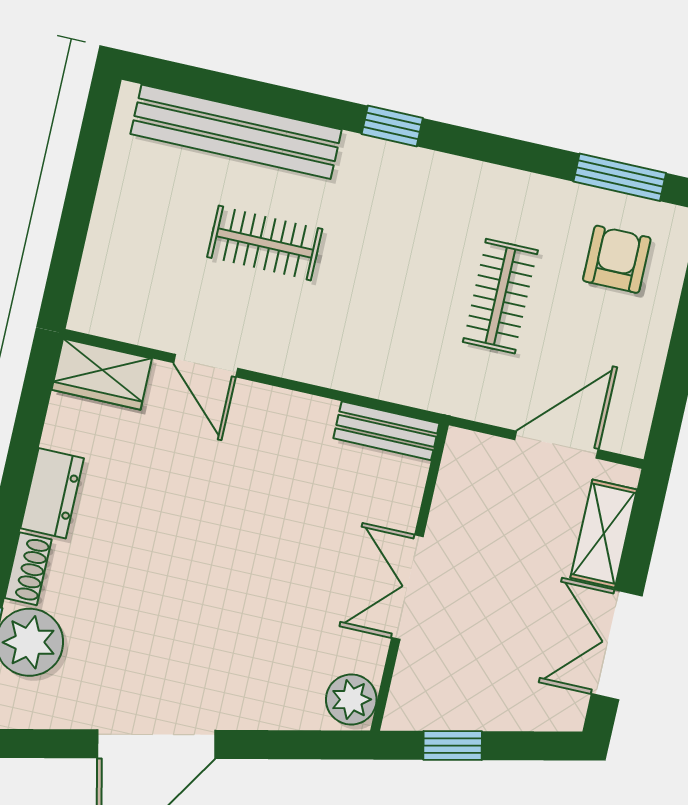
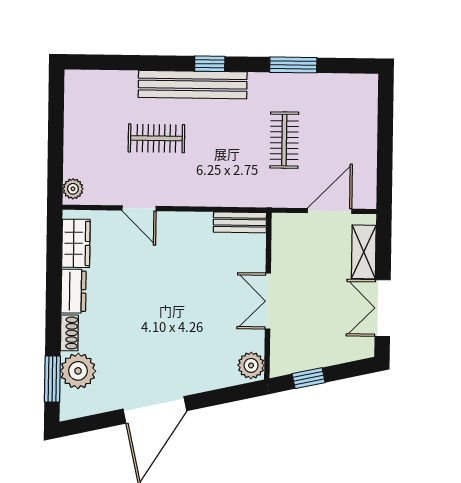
bench: (236, 132) -> (193, 85), moved
window: (620, 177) -> (293, 65), moved
armchair: (617, 259) -> (341, 108), removed
plant: (91, 304) -> (73, 189), added
wardrobe: (102, 374) -> (76, 243), moved, turned -90

